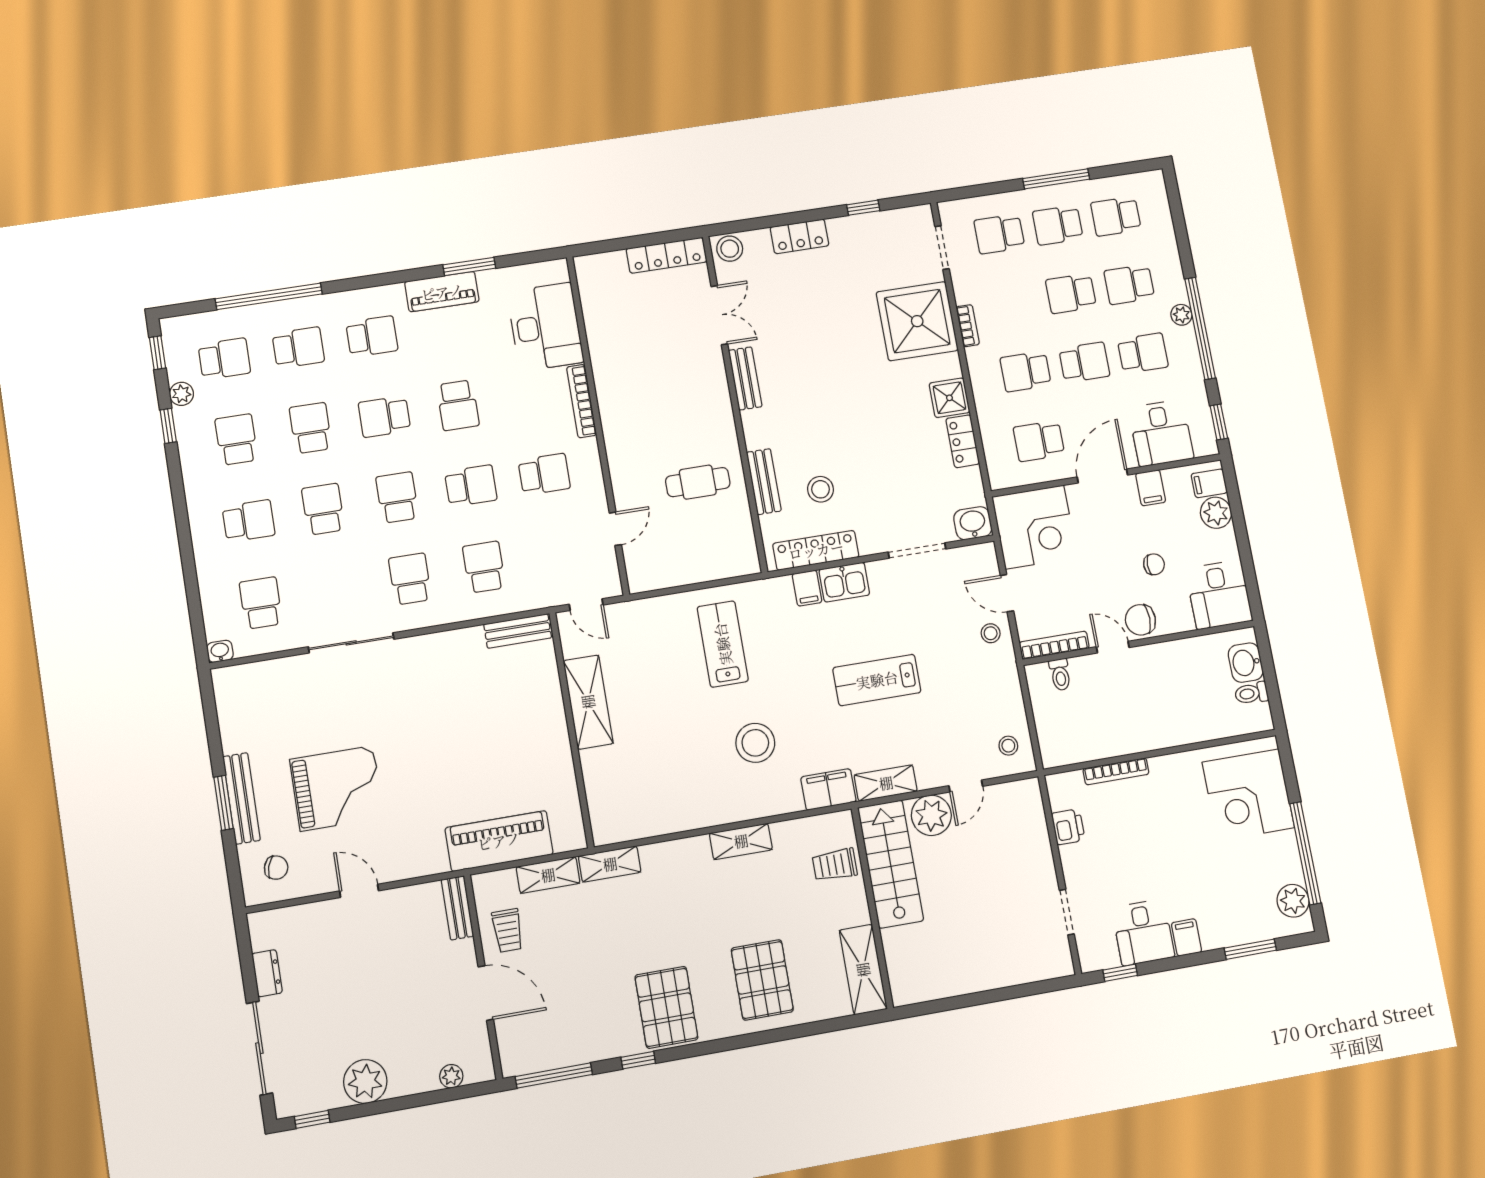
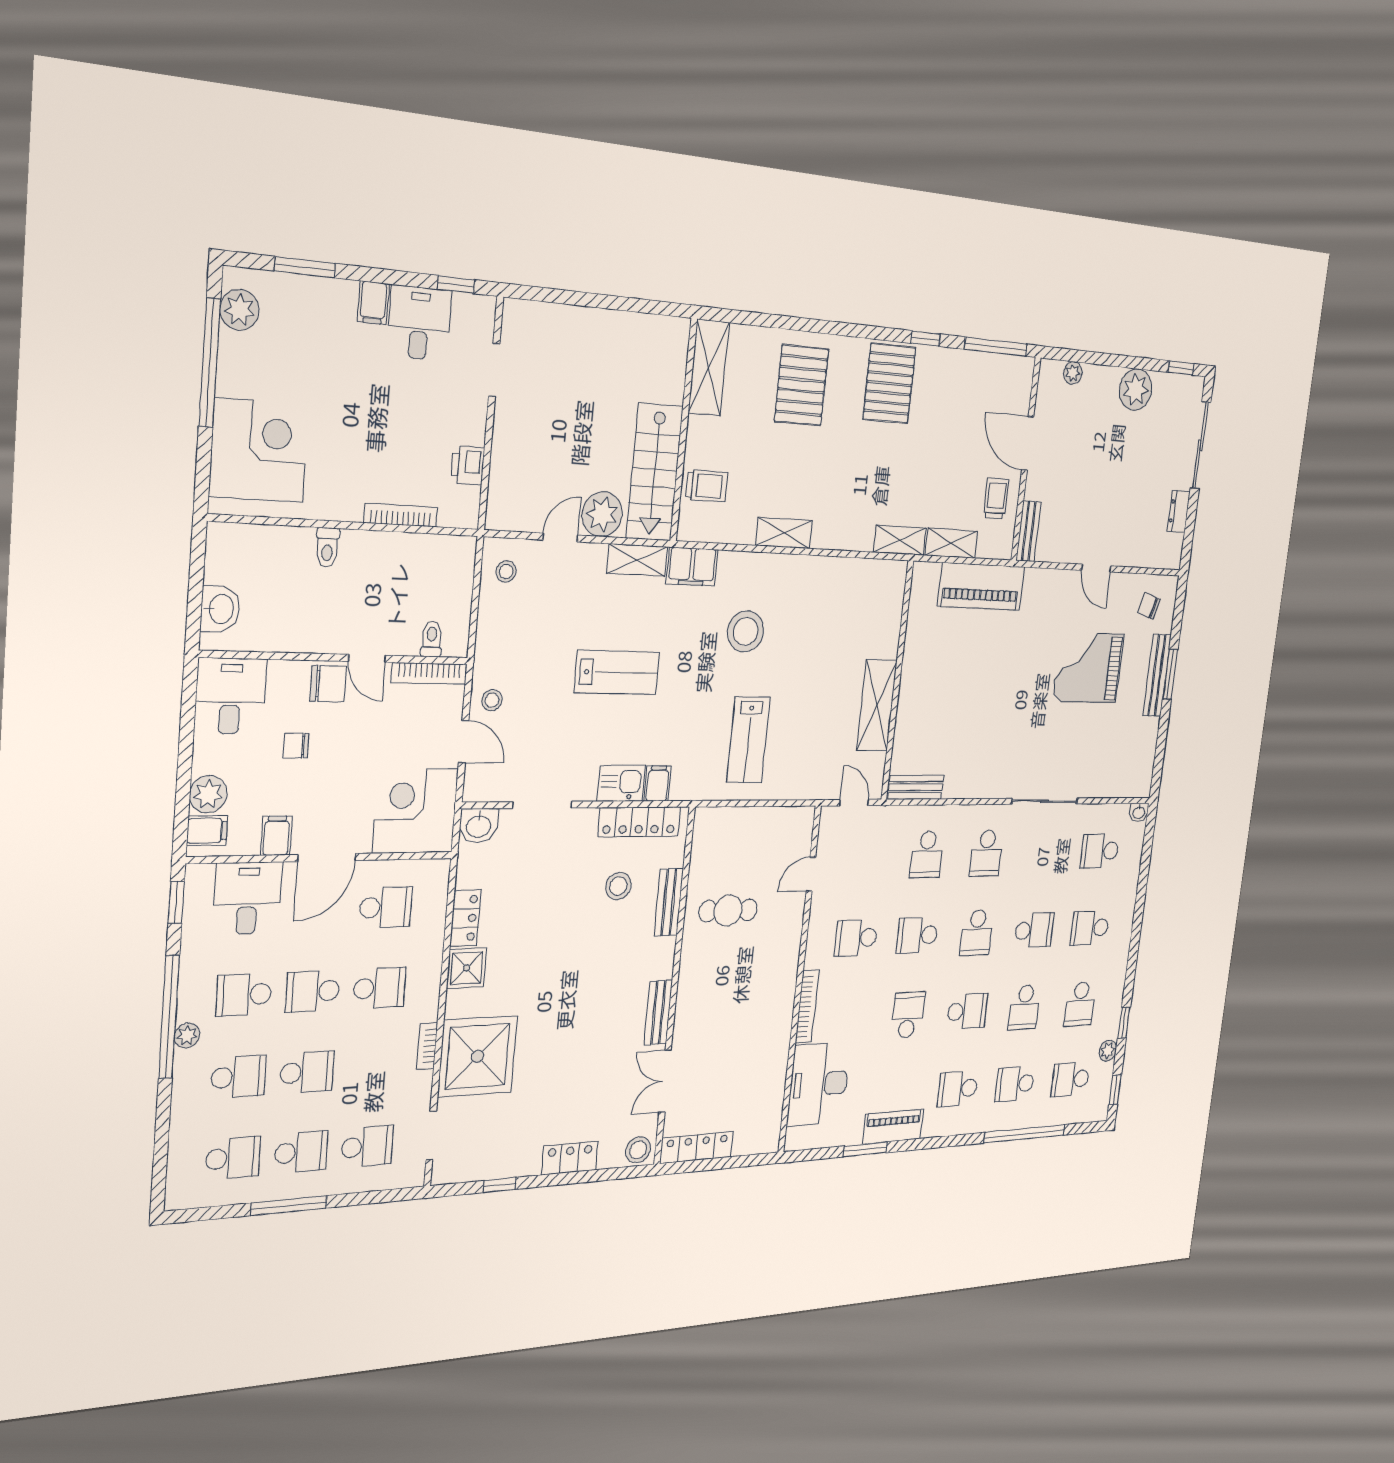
school desk: (323, 509) -> (1034, 930), turned -90
school desk: (261, 603) -> (1100, 851), turned 90
toilet: (1251, 693) -> (327, 547), moved, turned 90

